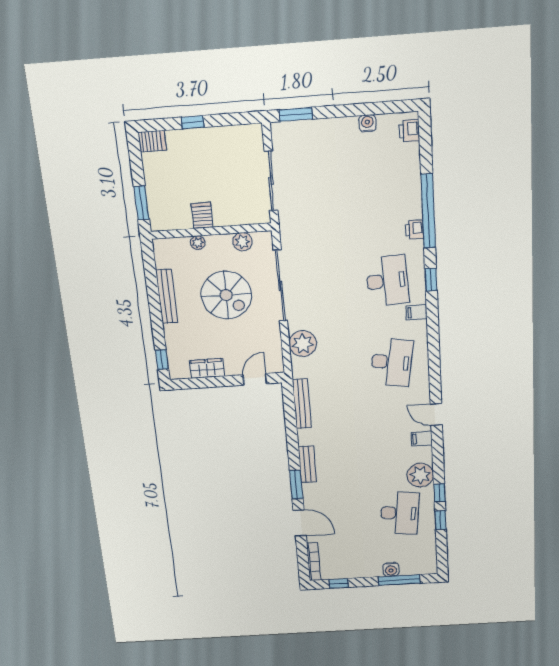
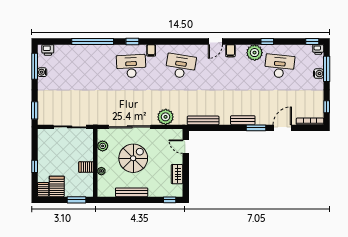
window: (378, 108) -> (35, 66), added
server rack: (161, 166) -> (57, 186), added
printer: (415, 230) -> (318, 49), moved
window: (440, 520) -> (312, 42), moved

